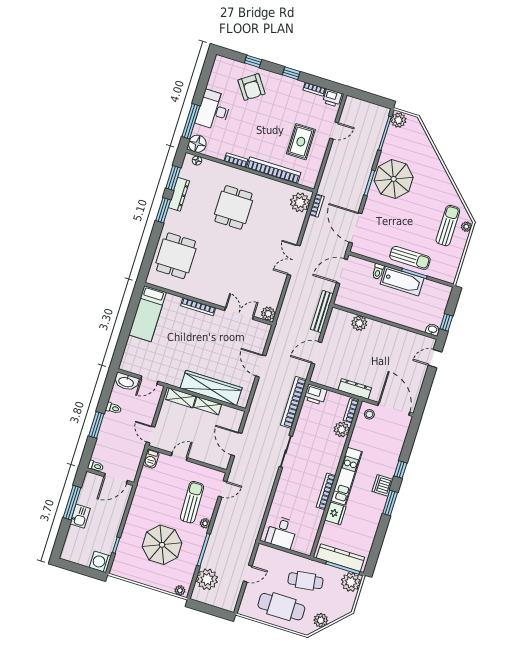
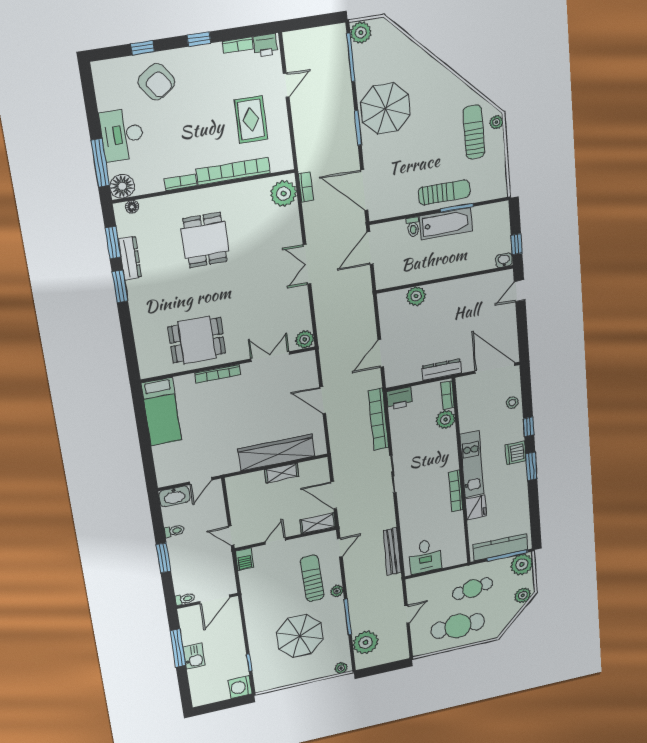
dining table: (176, 256) -> (197, 340), moved, turned 90
bench: (322, 311) -> (392, 552), moved
shelving: (181, 398) -> (318, 523), moved
stool: (369, 414) -> (512, 403), moved
plant: (321, 620) -> (523, 595), moved

